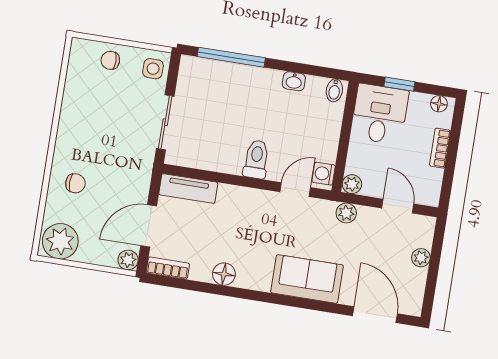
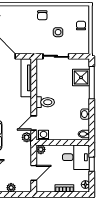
side table: (153, 69) -> (58, 32), moved
shower: (217, 78) -> (81, 77), added
chair: (75, 183) -> (42, 15), moved
tv unit: (188, 188) -> (26, 78), width x1.41
door: (295, 190) -> (34, 123), swing flipped
plant: (346, 213) -> (27, 137), moved

